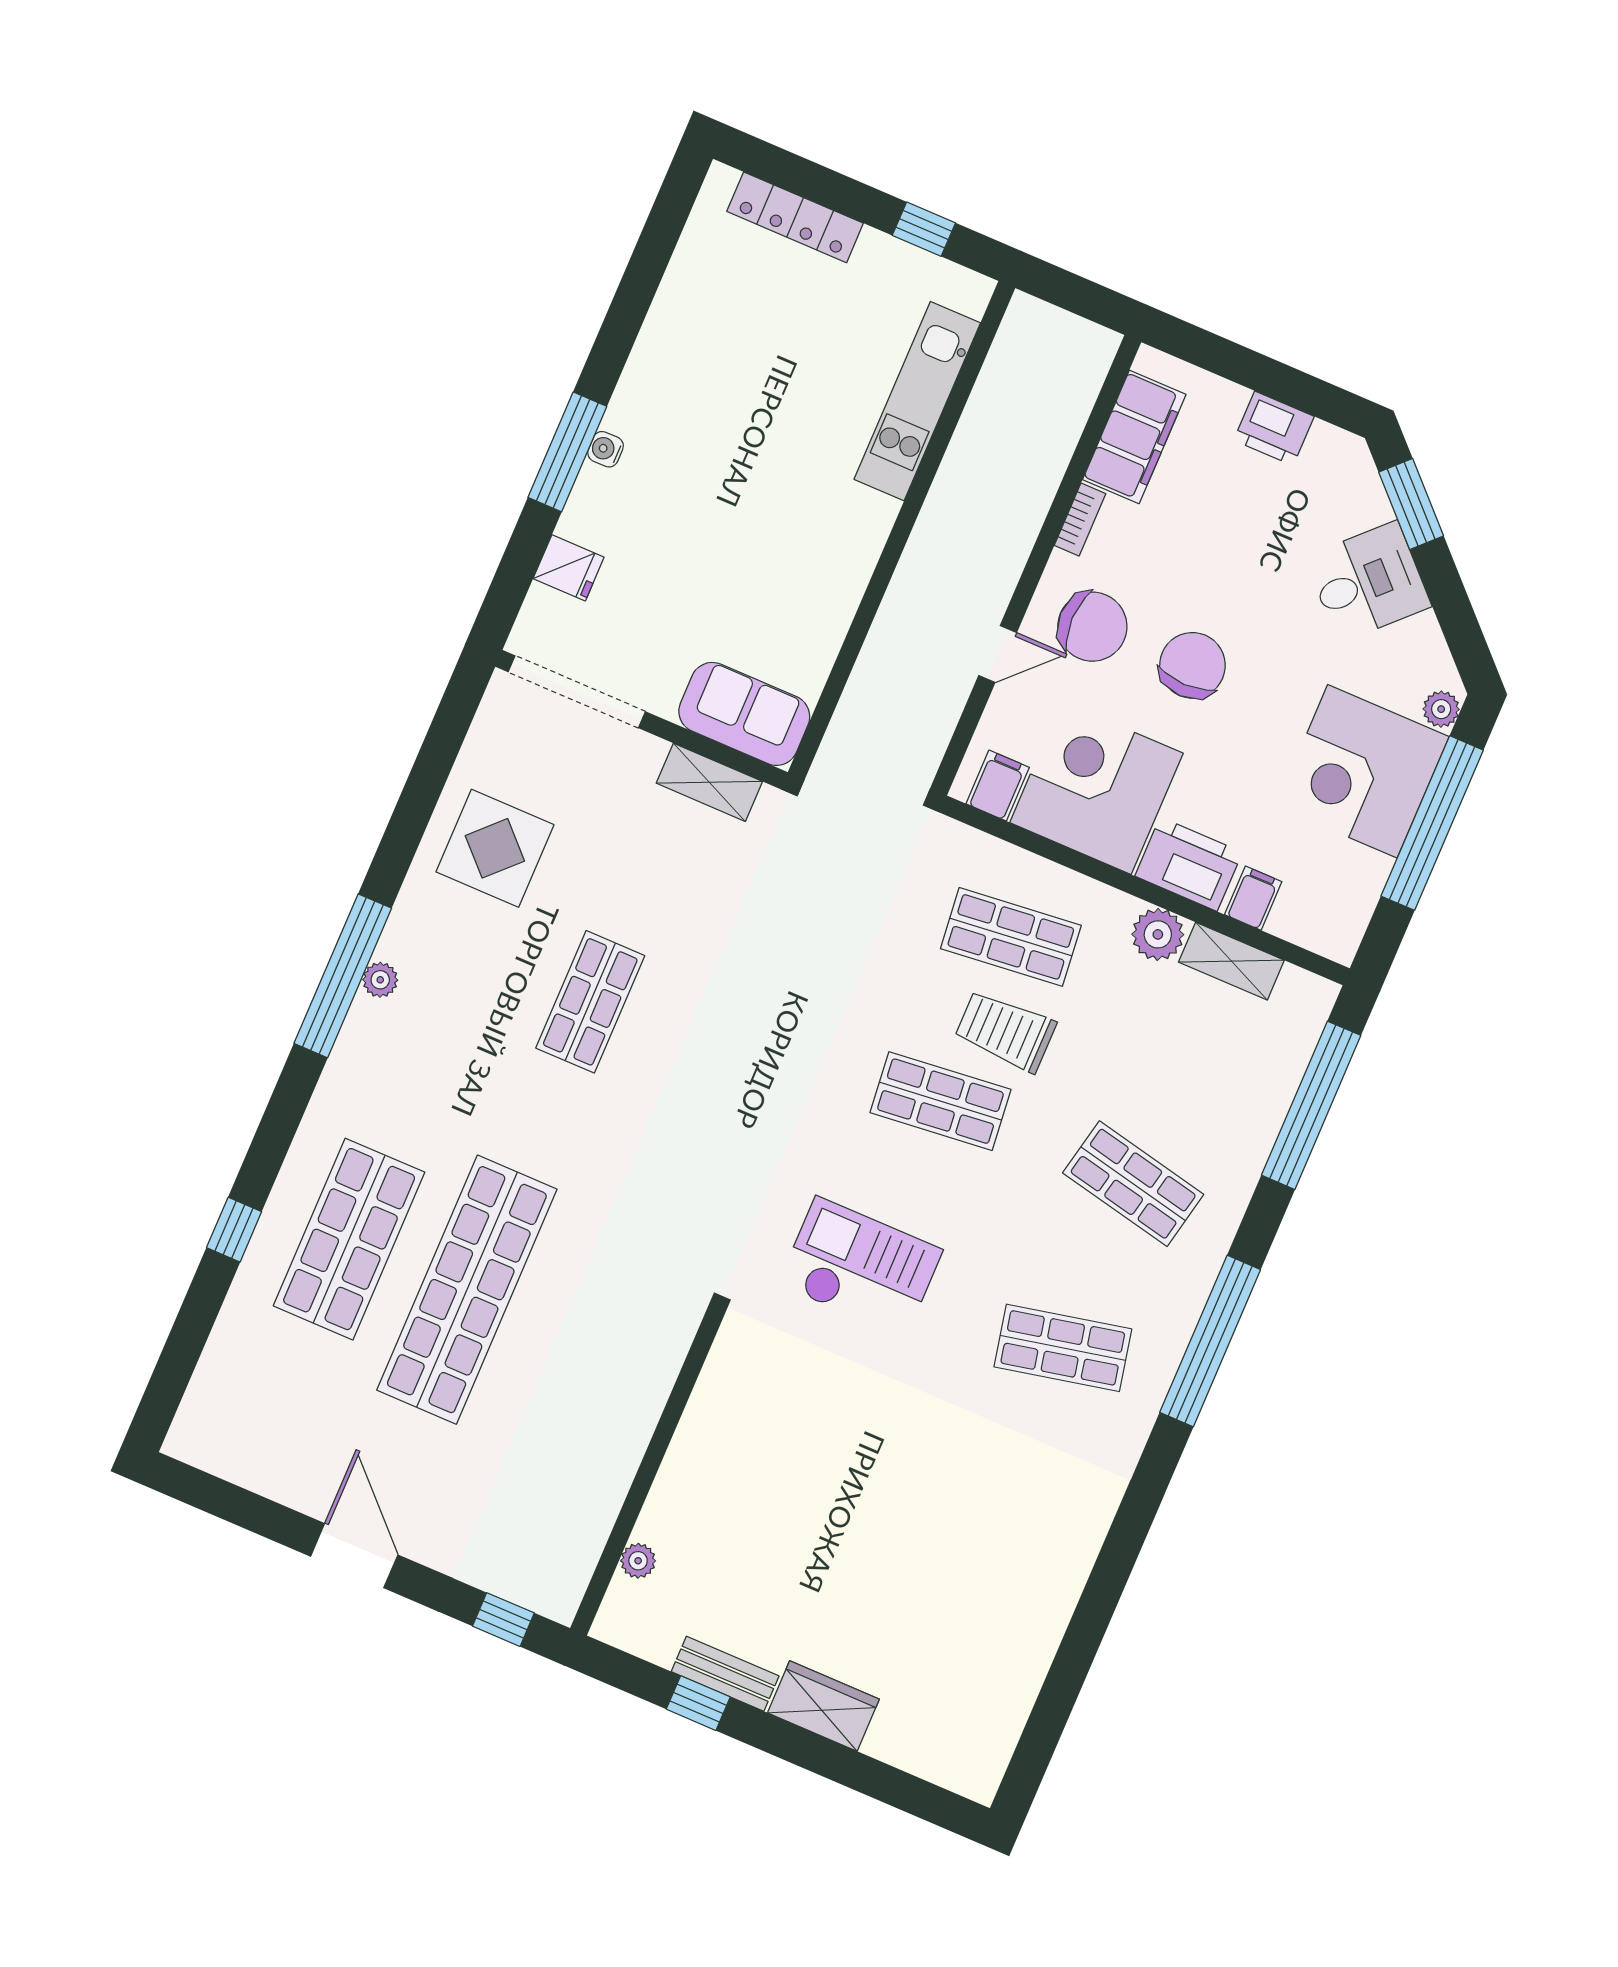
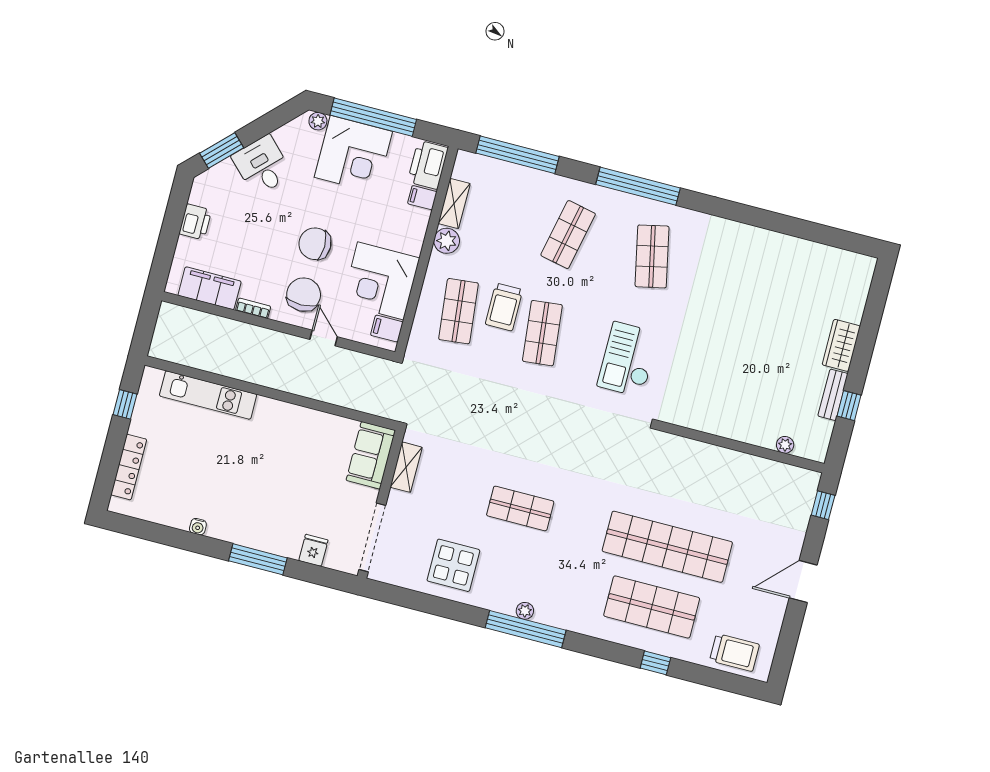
water cooler: (606, 449) -> (198, 527), moved
printer: (1189, 864) -> (428, 165), moved
trolley: (231, 1394) -> (734, 652), added

